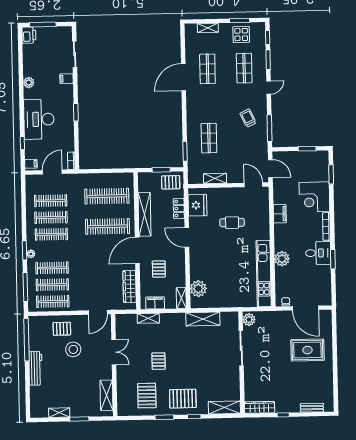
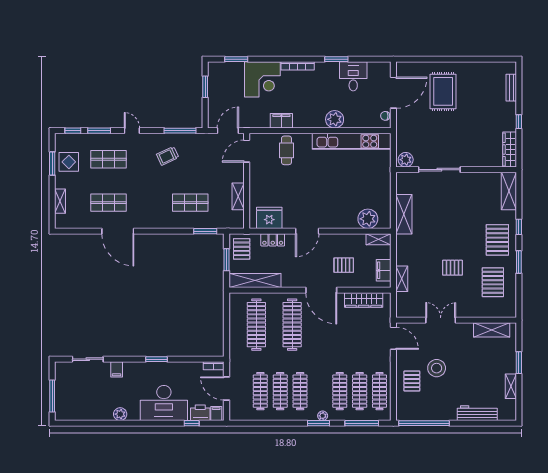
printer: (29, 35) -> (200, 413), moved
shelving: (145, 214) -> (255, 281), moved
cafe table: (232, 223) -> (286, 150), moved
desk: (318, 253) -> (353, 76), moved
workbench: (35, 368) -> (477, 413), moved
pallet: (147, 396) -> (493, 282), turned 90

